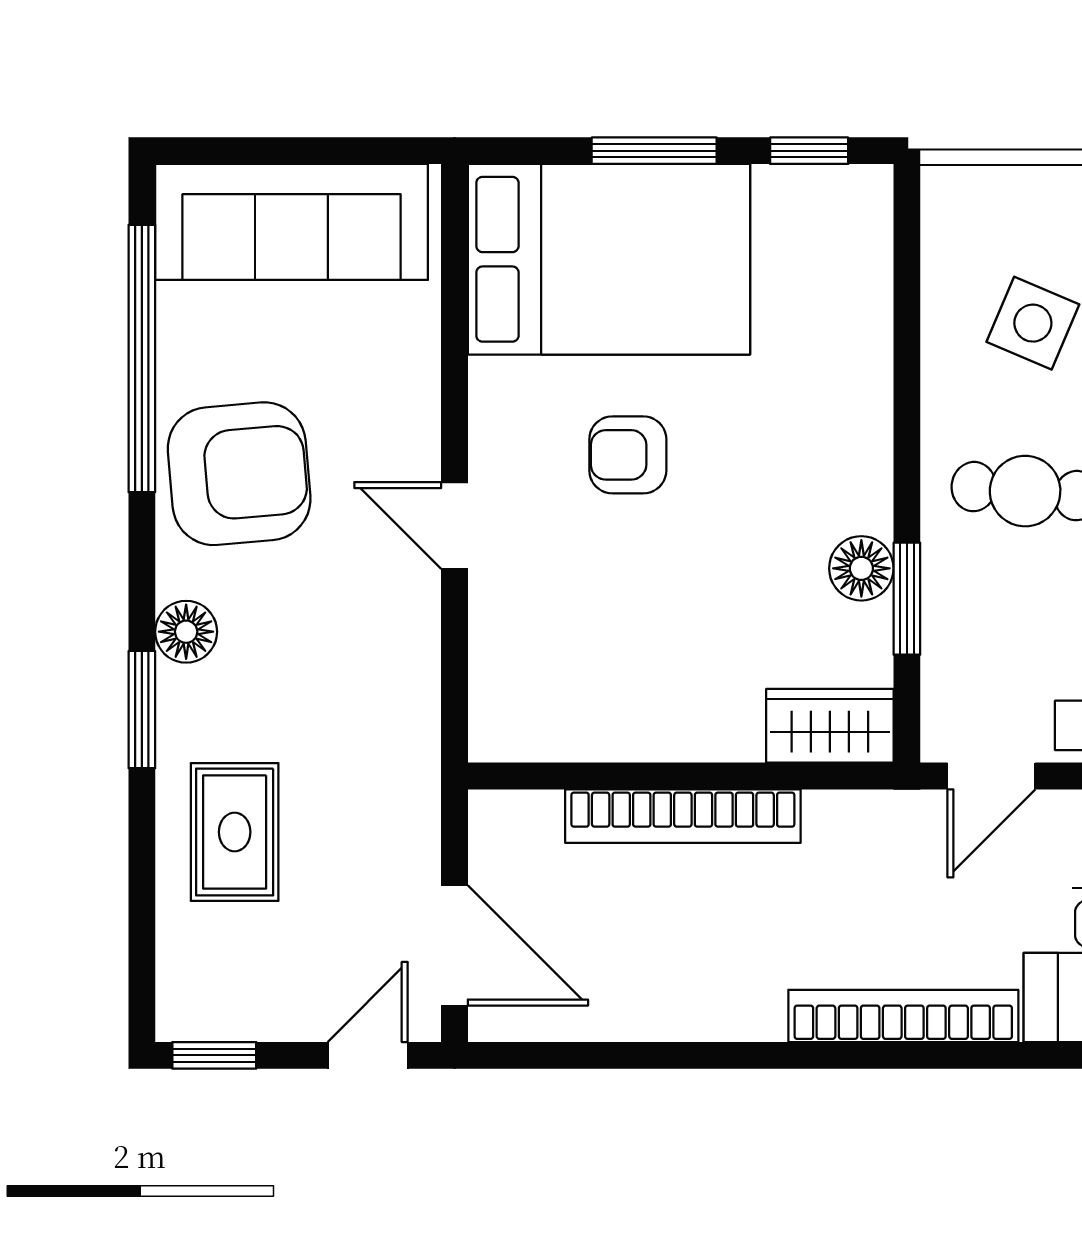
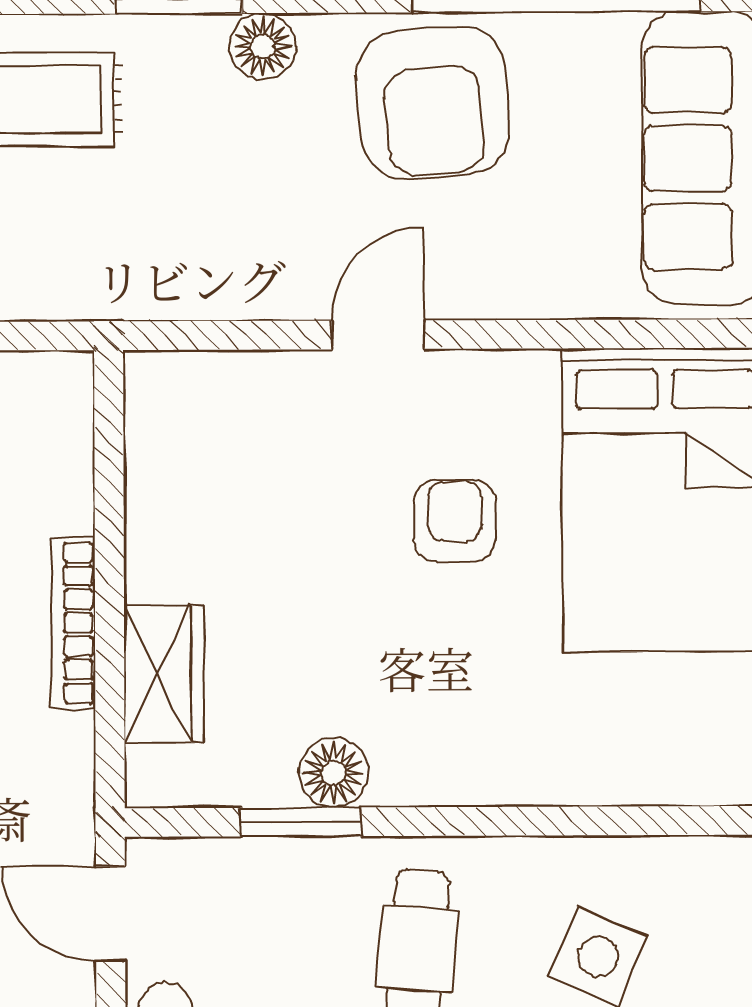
wardrobe: (830, 726) -> (164, 674), moved
bookcase: (683, 816) -> (73, 623), width x0.68, depth x0.76

